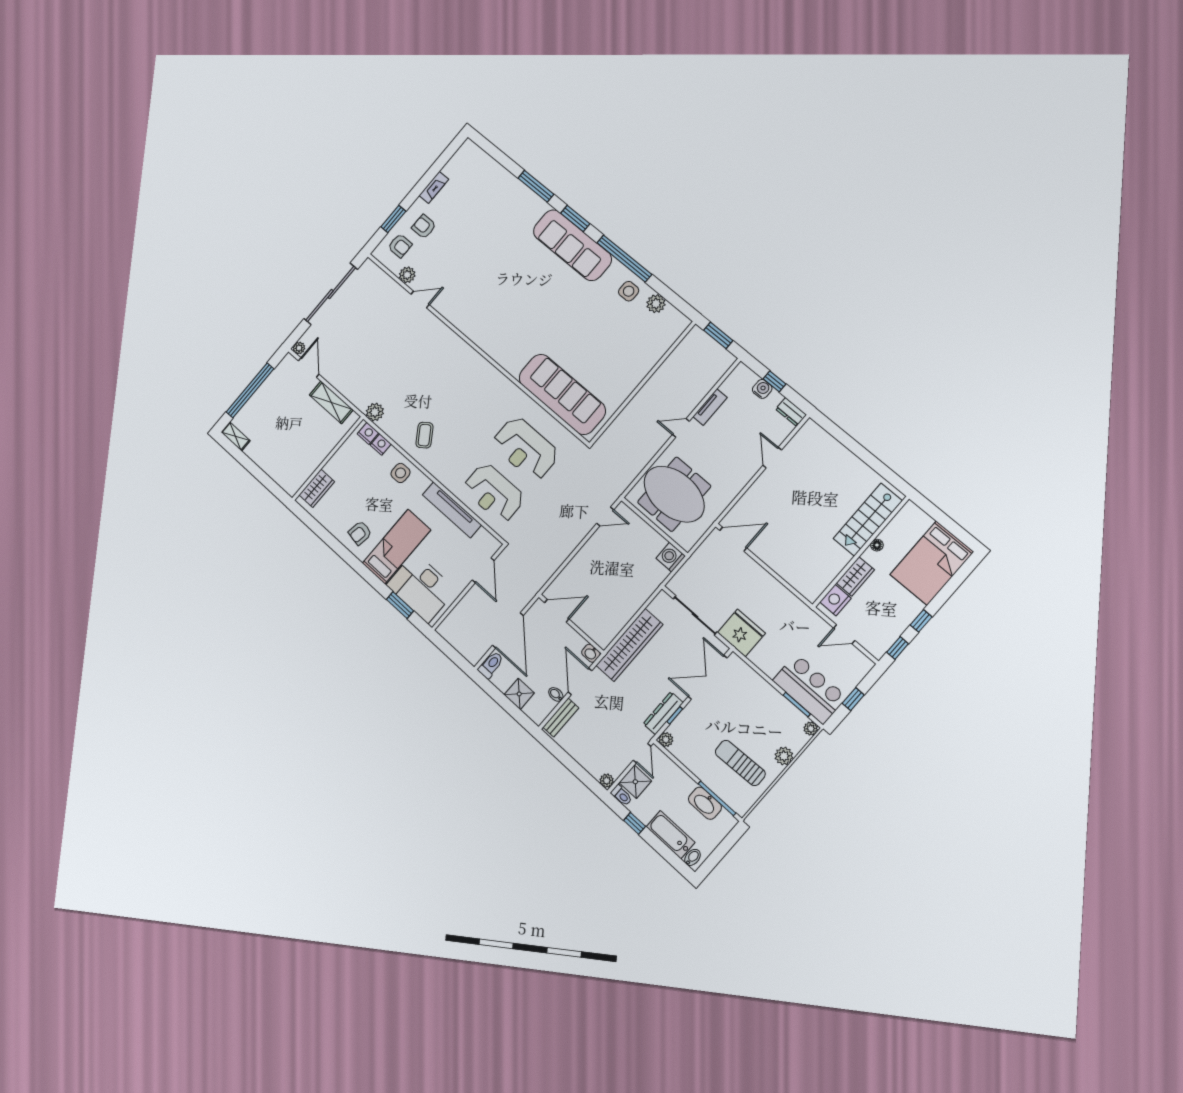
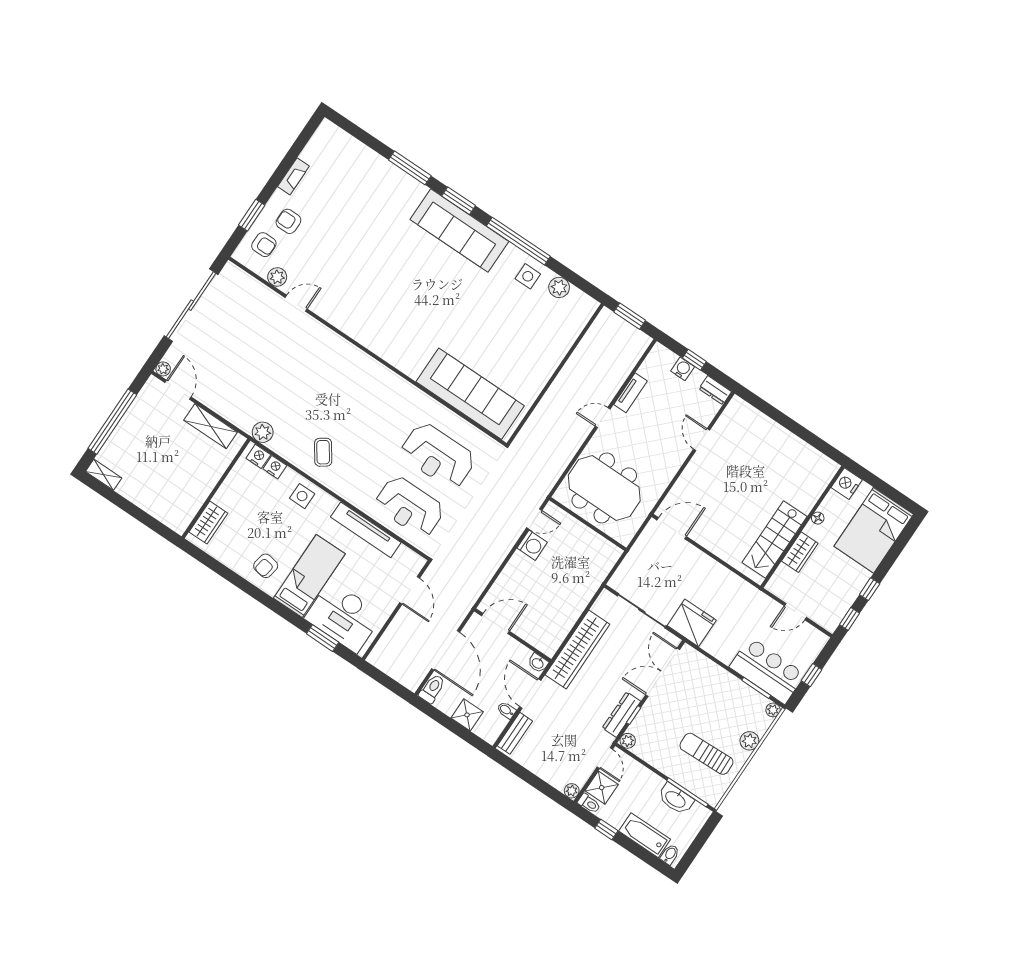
stairs: (868, 520) -> (775, 540), moved
washing machine: (671, 557) -> (532, 545), moved, turned 180
nightstand: (835, 600) -> (847, 484), moved

